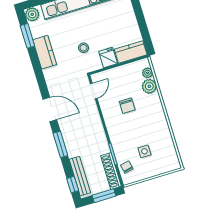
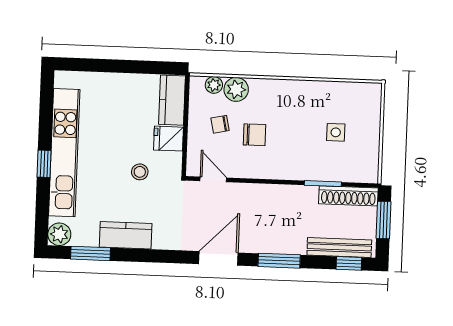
chair: (127, 167) -> (220, 124), moved

